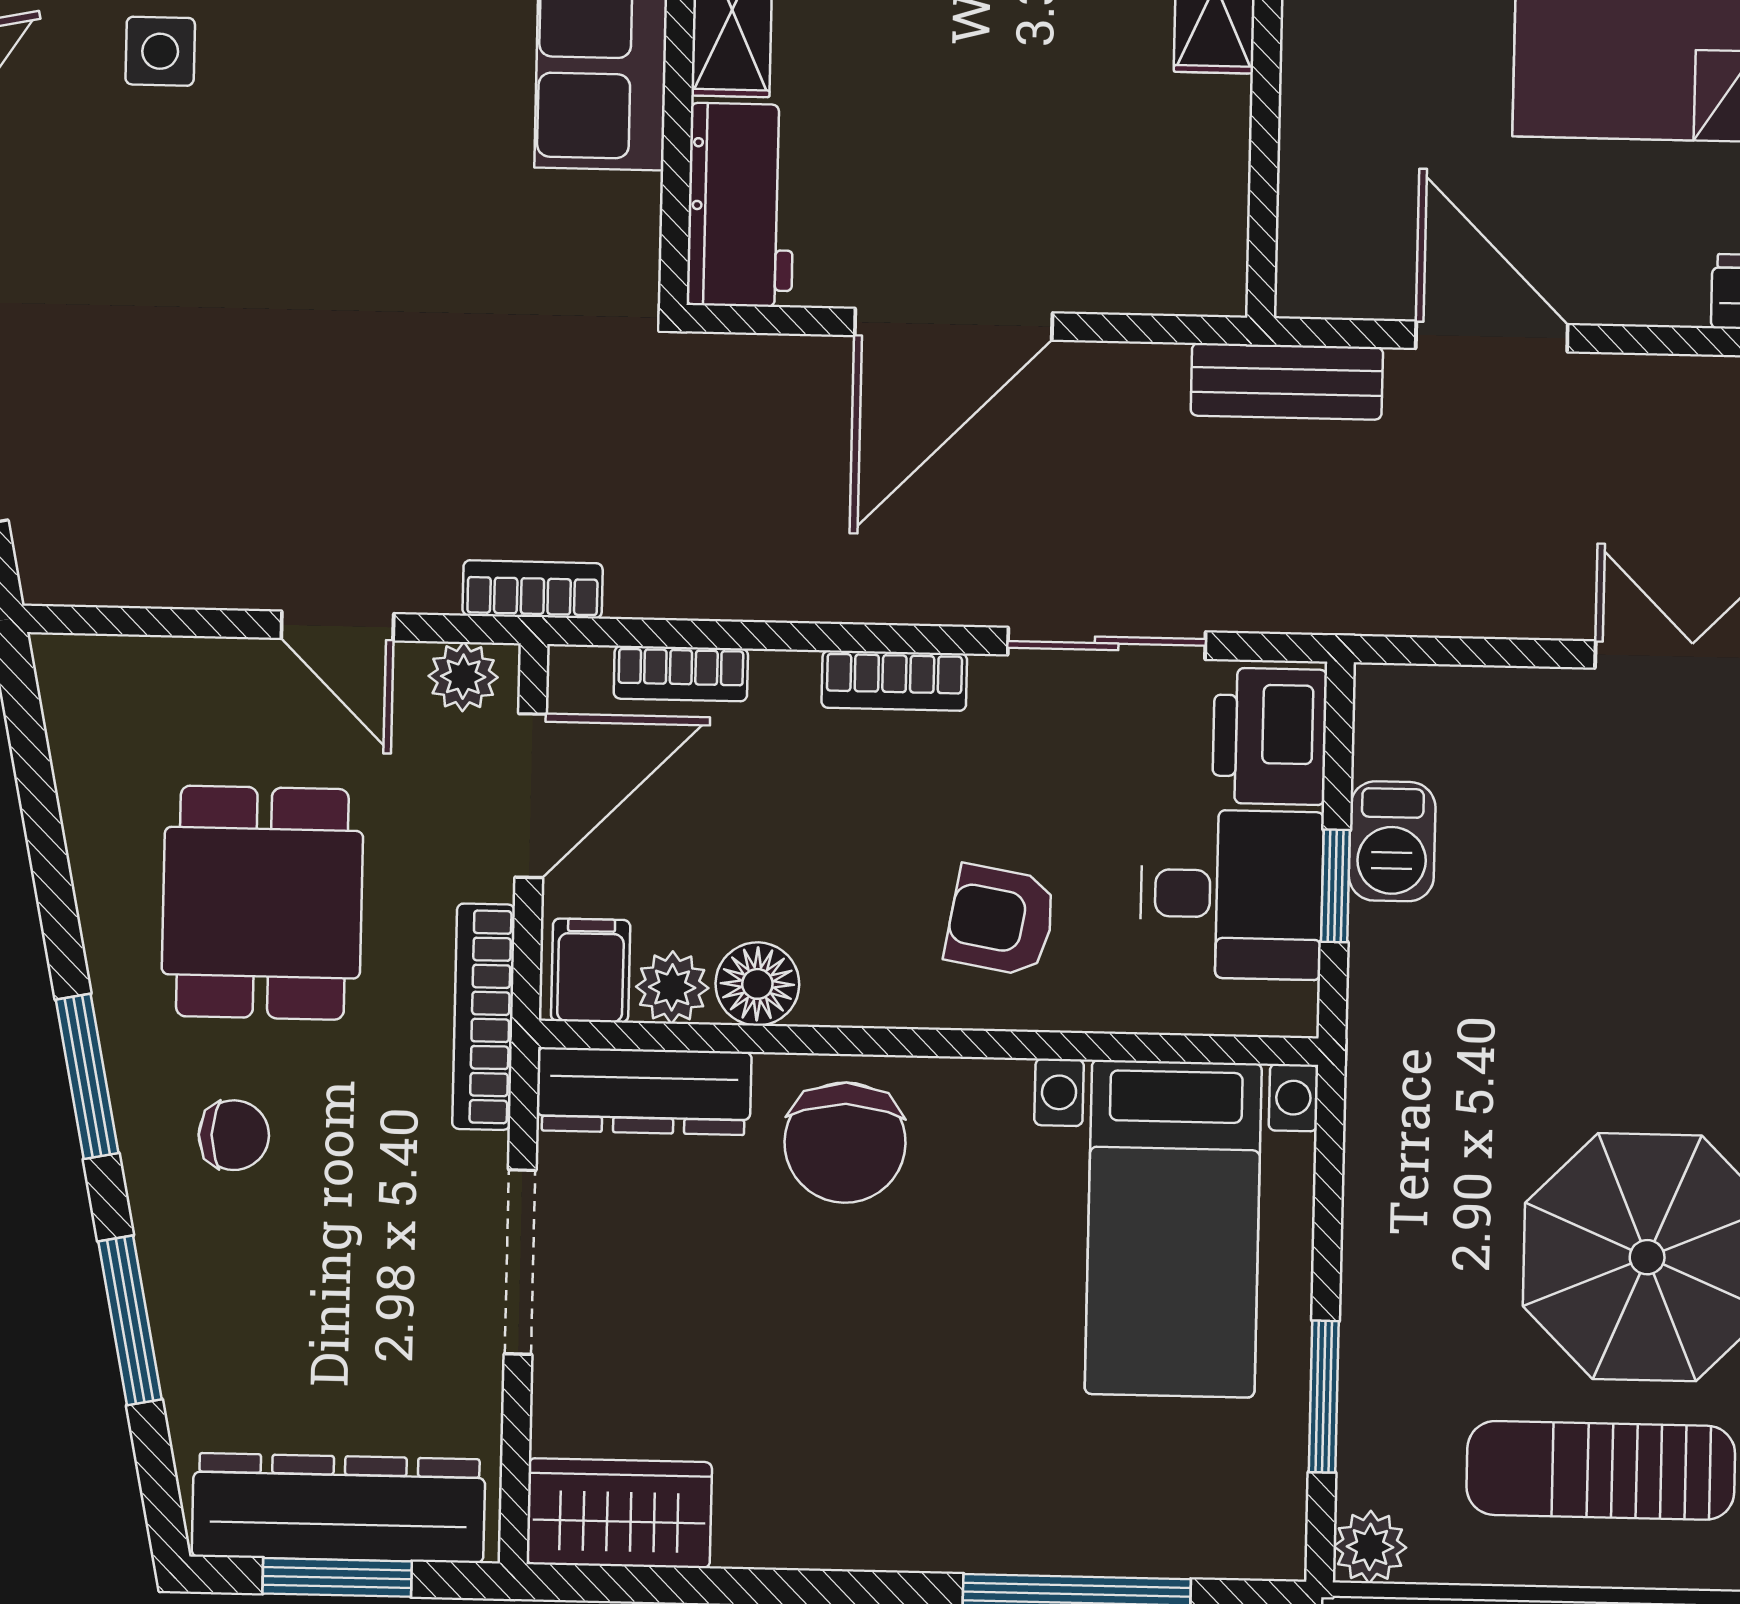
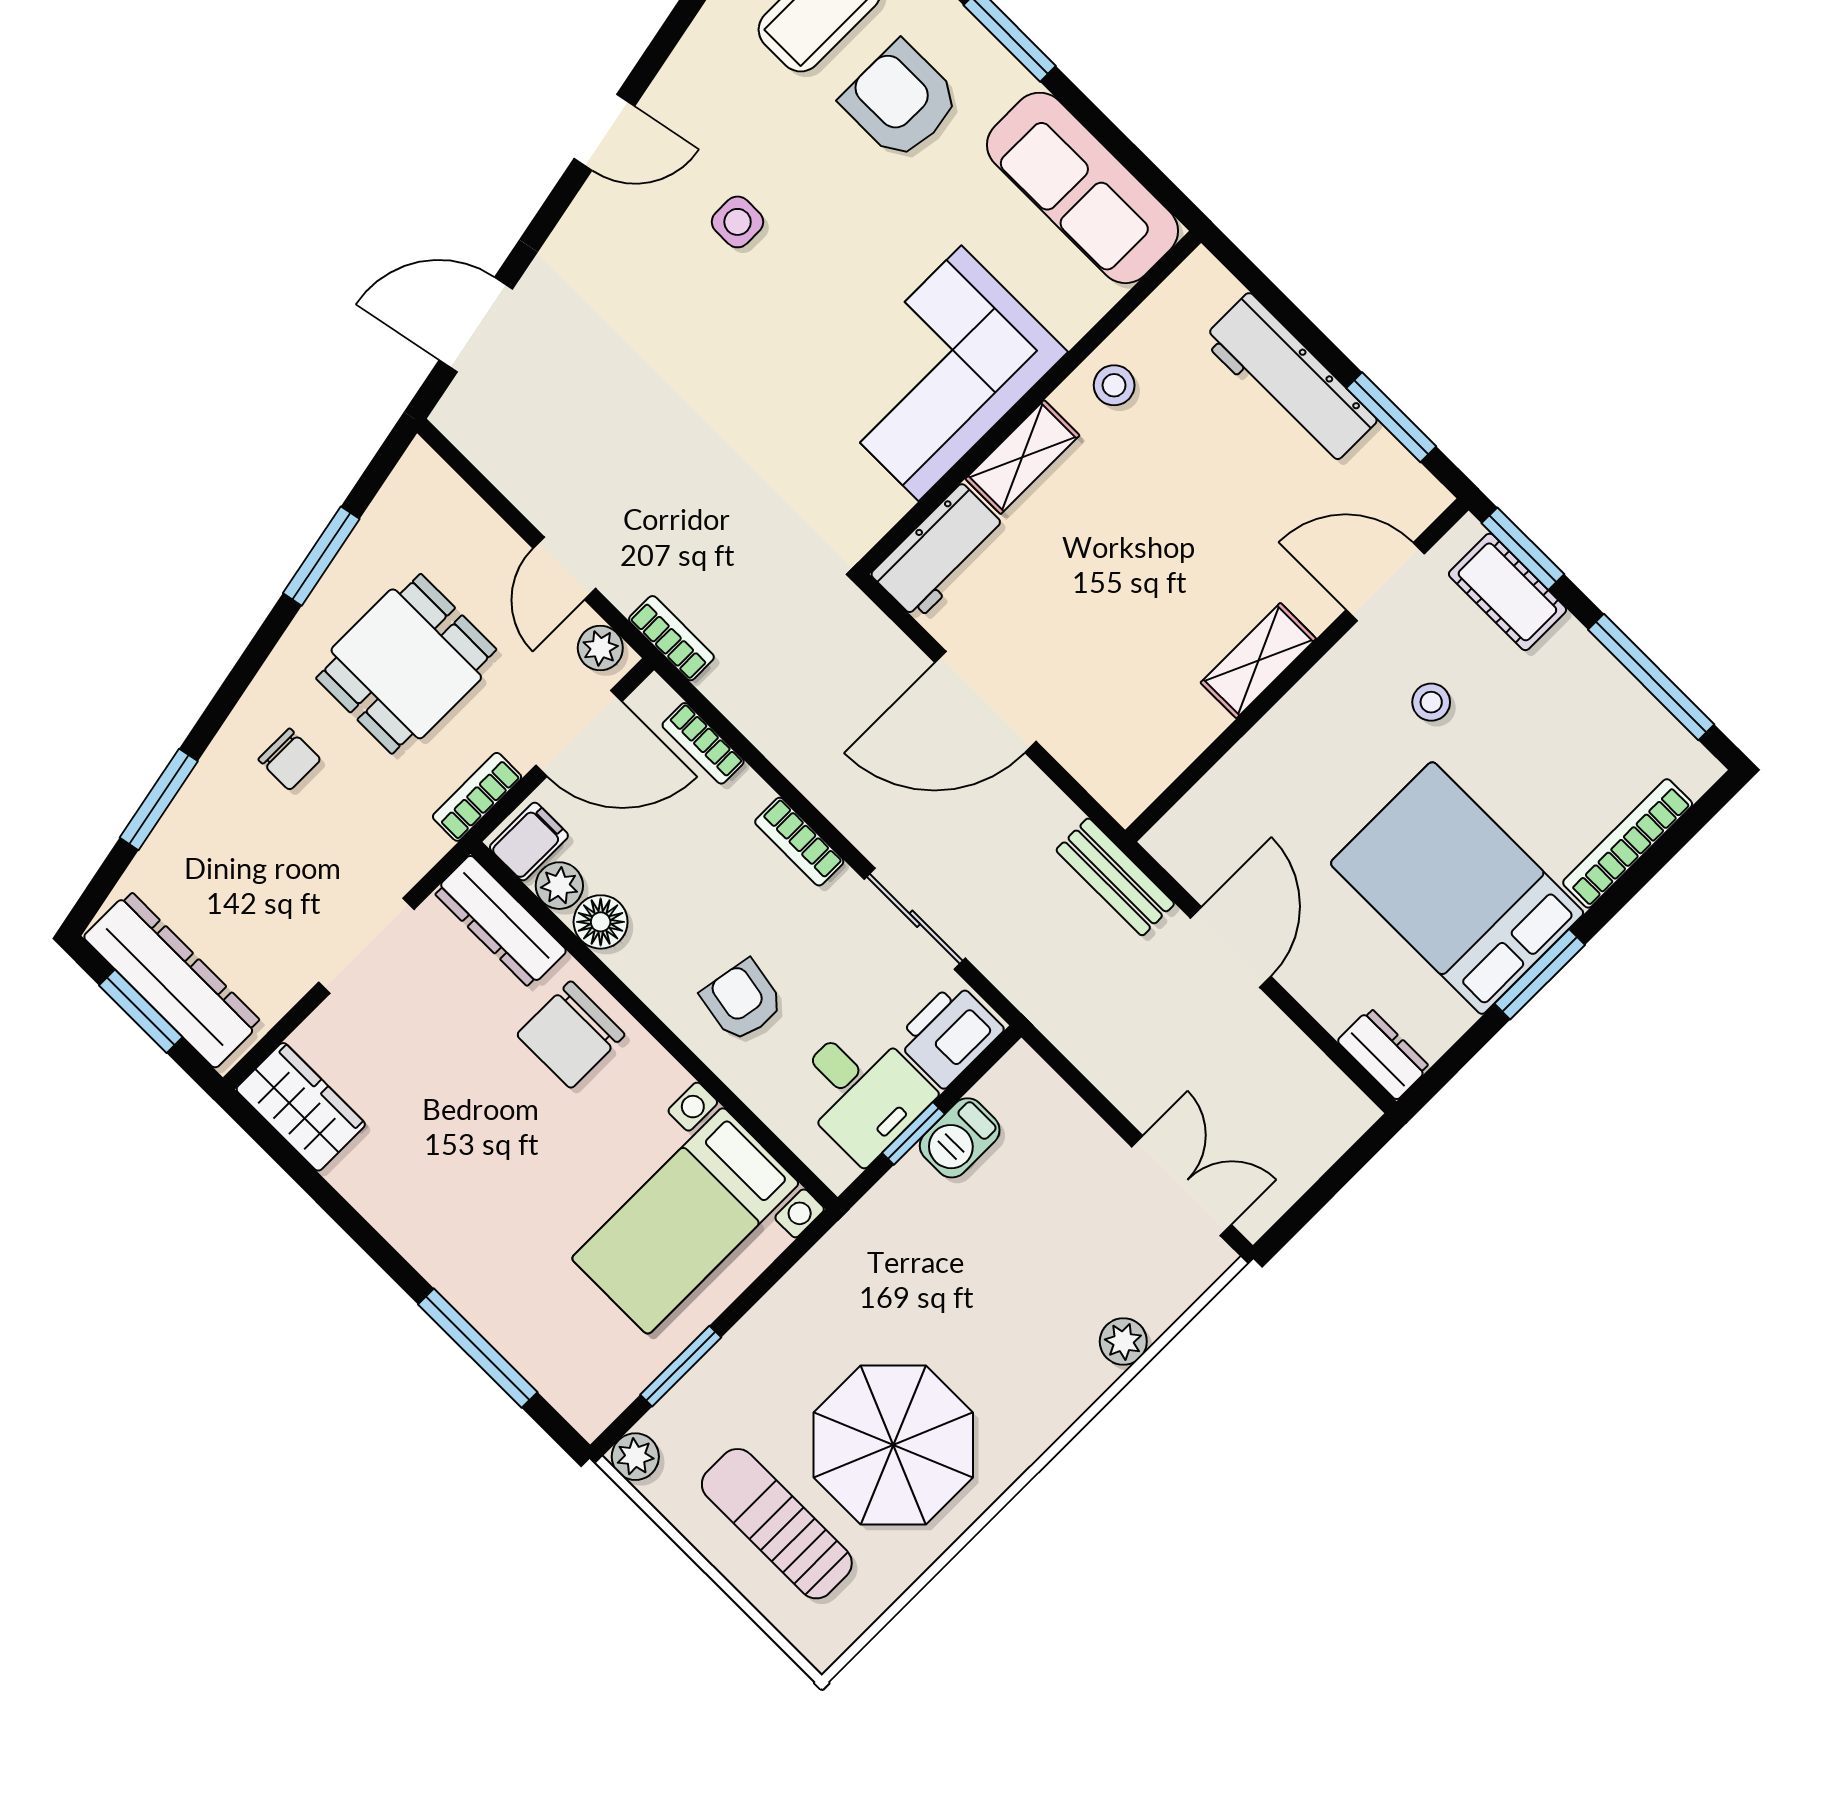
bookcase: (484, 1017) -> (477, 797), width x0.64
window: (87, 1076) -> (321, 556), moved

